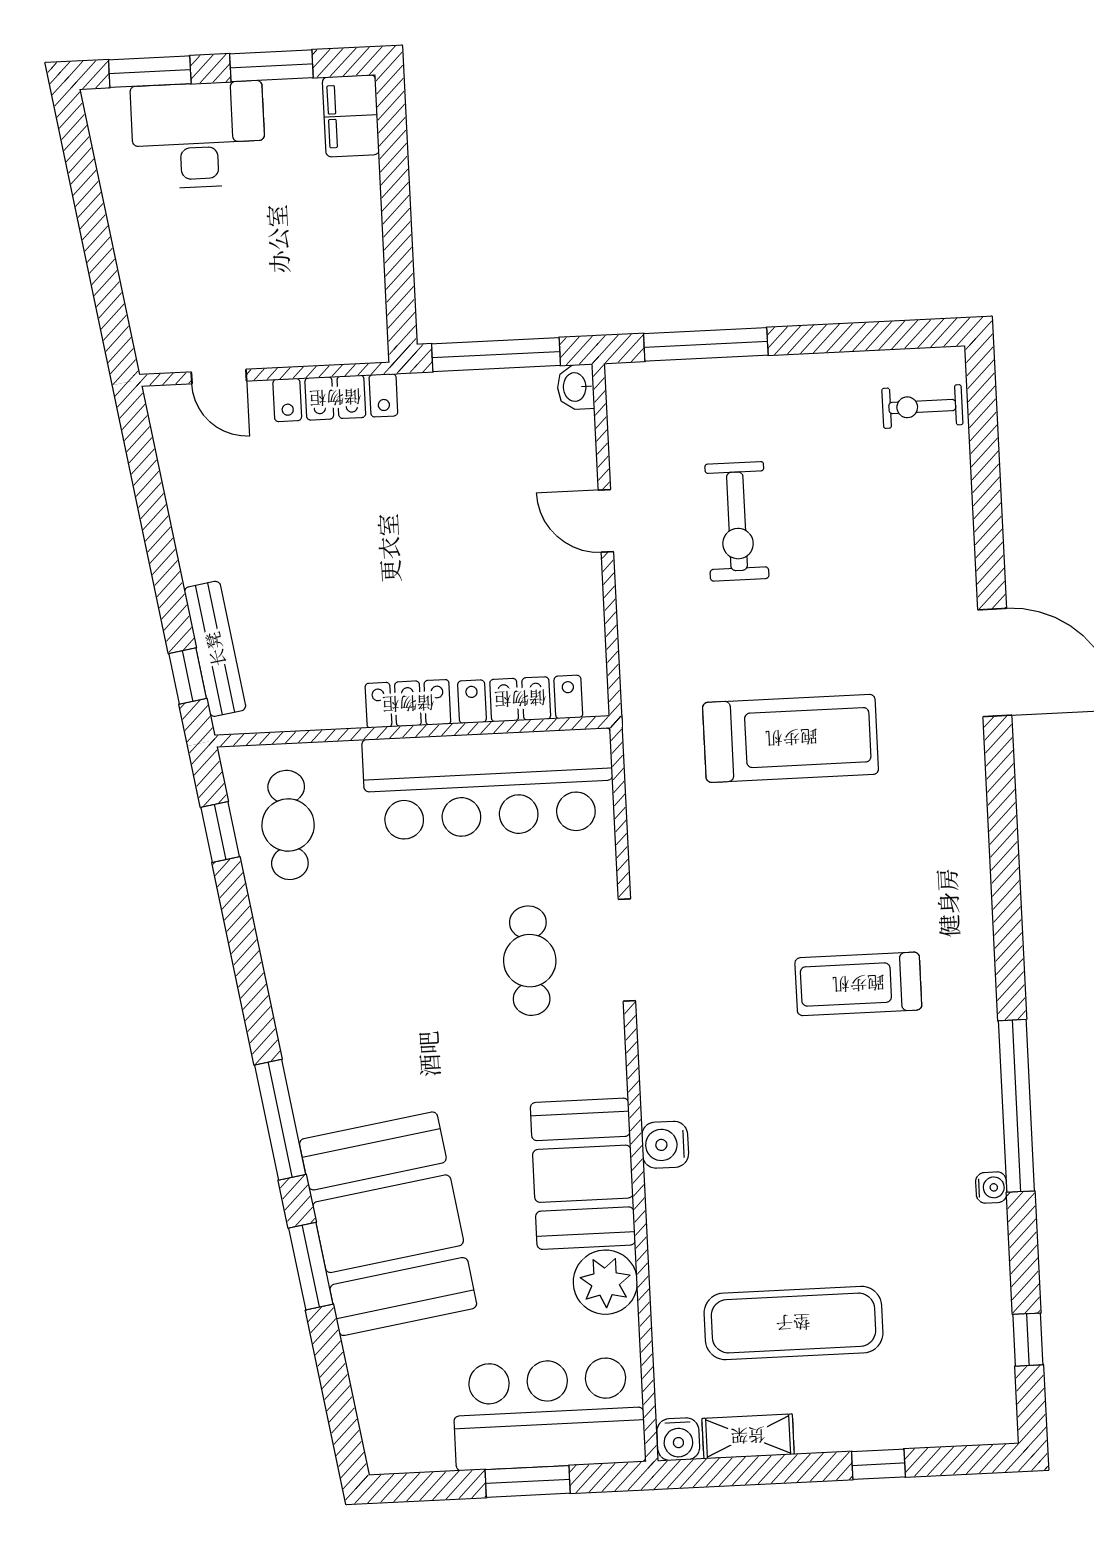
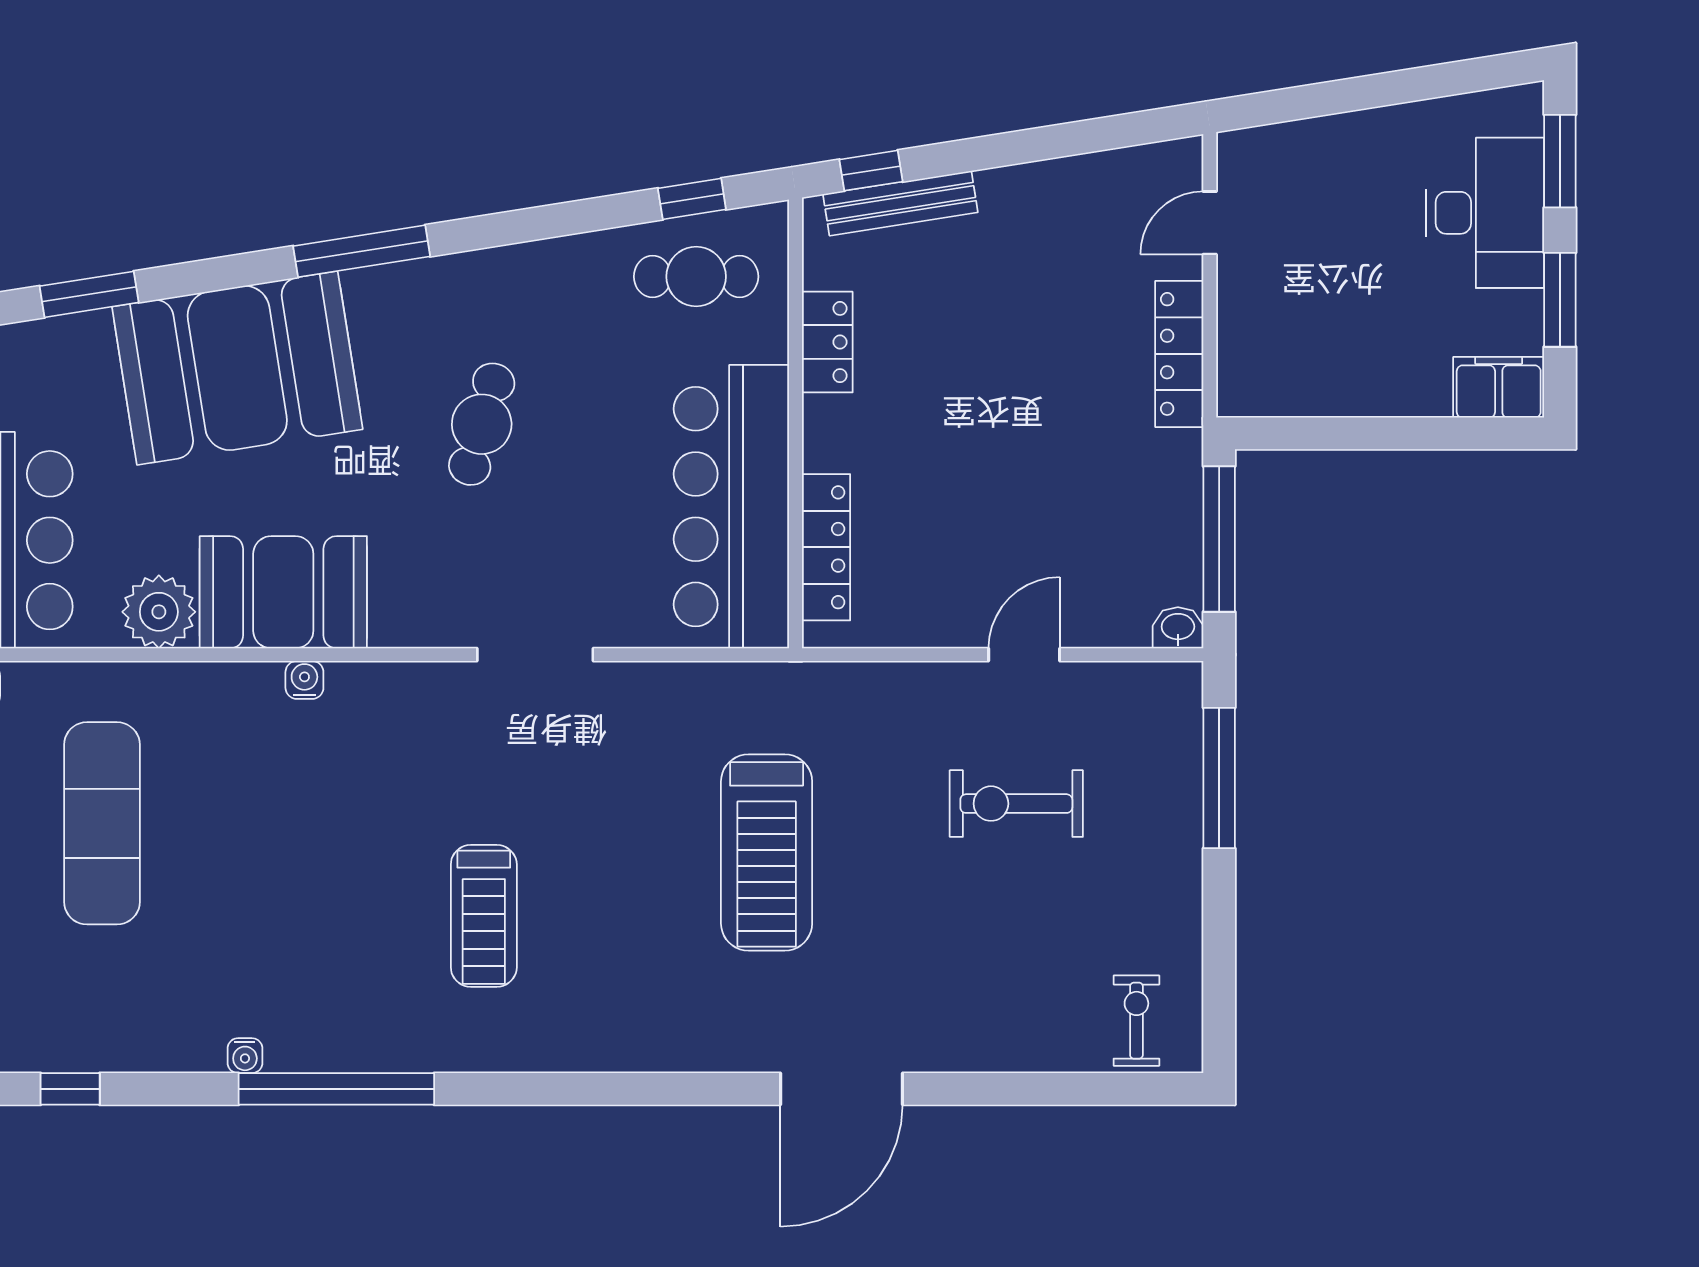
locker: (408, 704) -> (827, 342), moved
cafe table: (530, 961) -> (482, 424), moved, turned -74
treadmill: (858, 984) -> (484, 916), turned 180
water cooler: (665, 1145) -> (304, 680), width x0.72, depth x0.72
window: (311, 1266) -> (89, 294), moved

